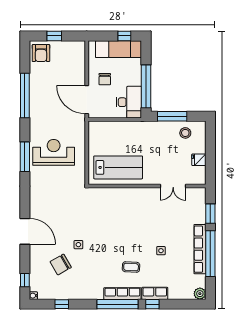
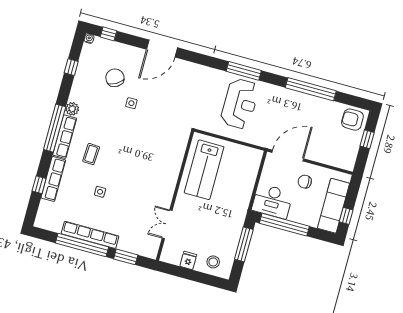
stool: (185, 133) -> (213, 262), moved
row of seats: (155, 293) -> (53, 179), width x1.48
plant: (200, 294) -> (72, 109), moved
window: (152, 304) -> (39, 185), moved

